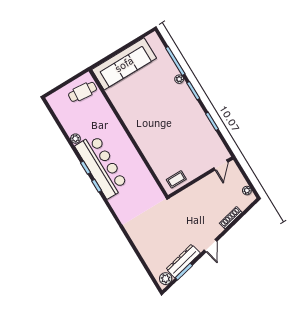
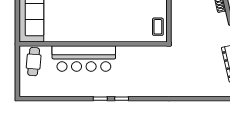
plant: (75, 139) -> (70, 92), removed
bar counter: (102, 166) -> (84, 58), moved, turned 180

